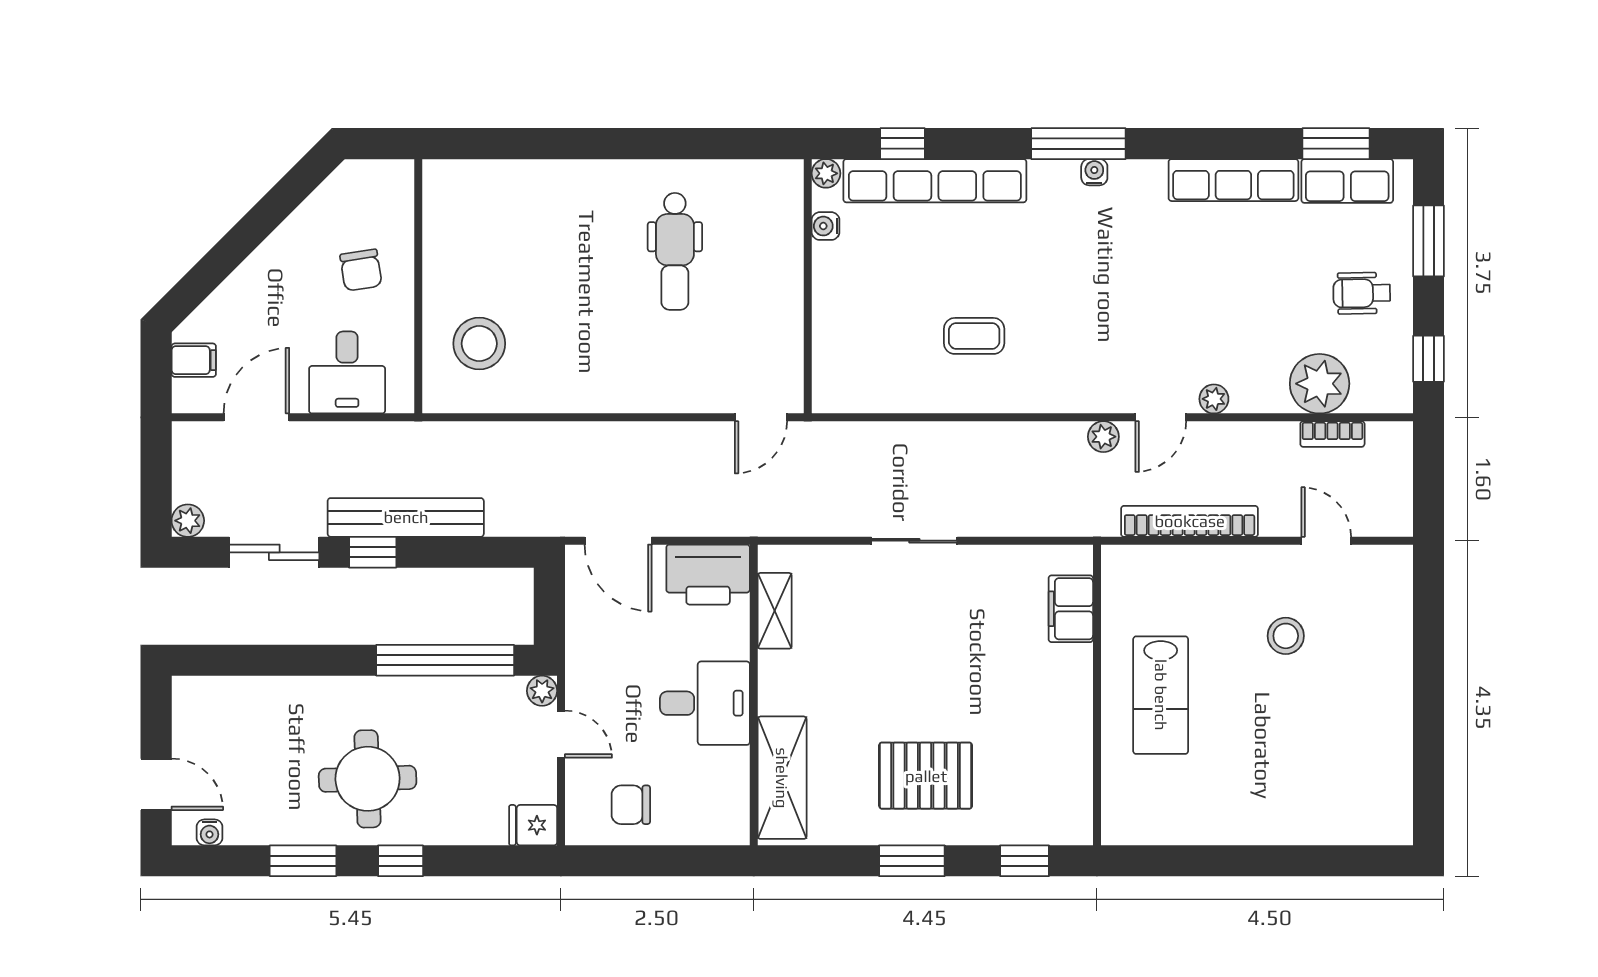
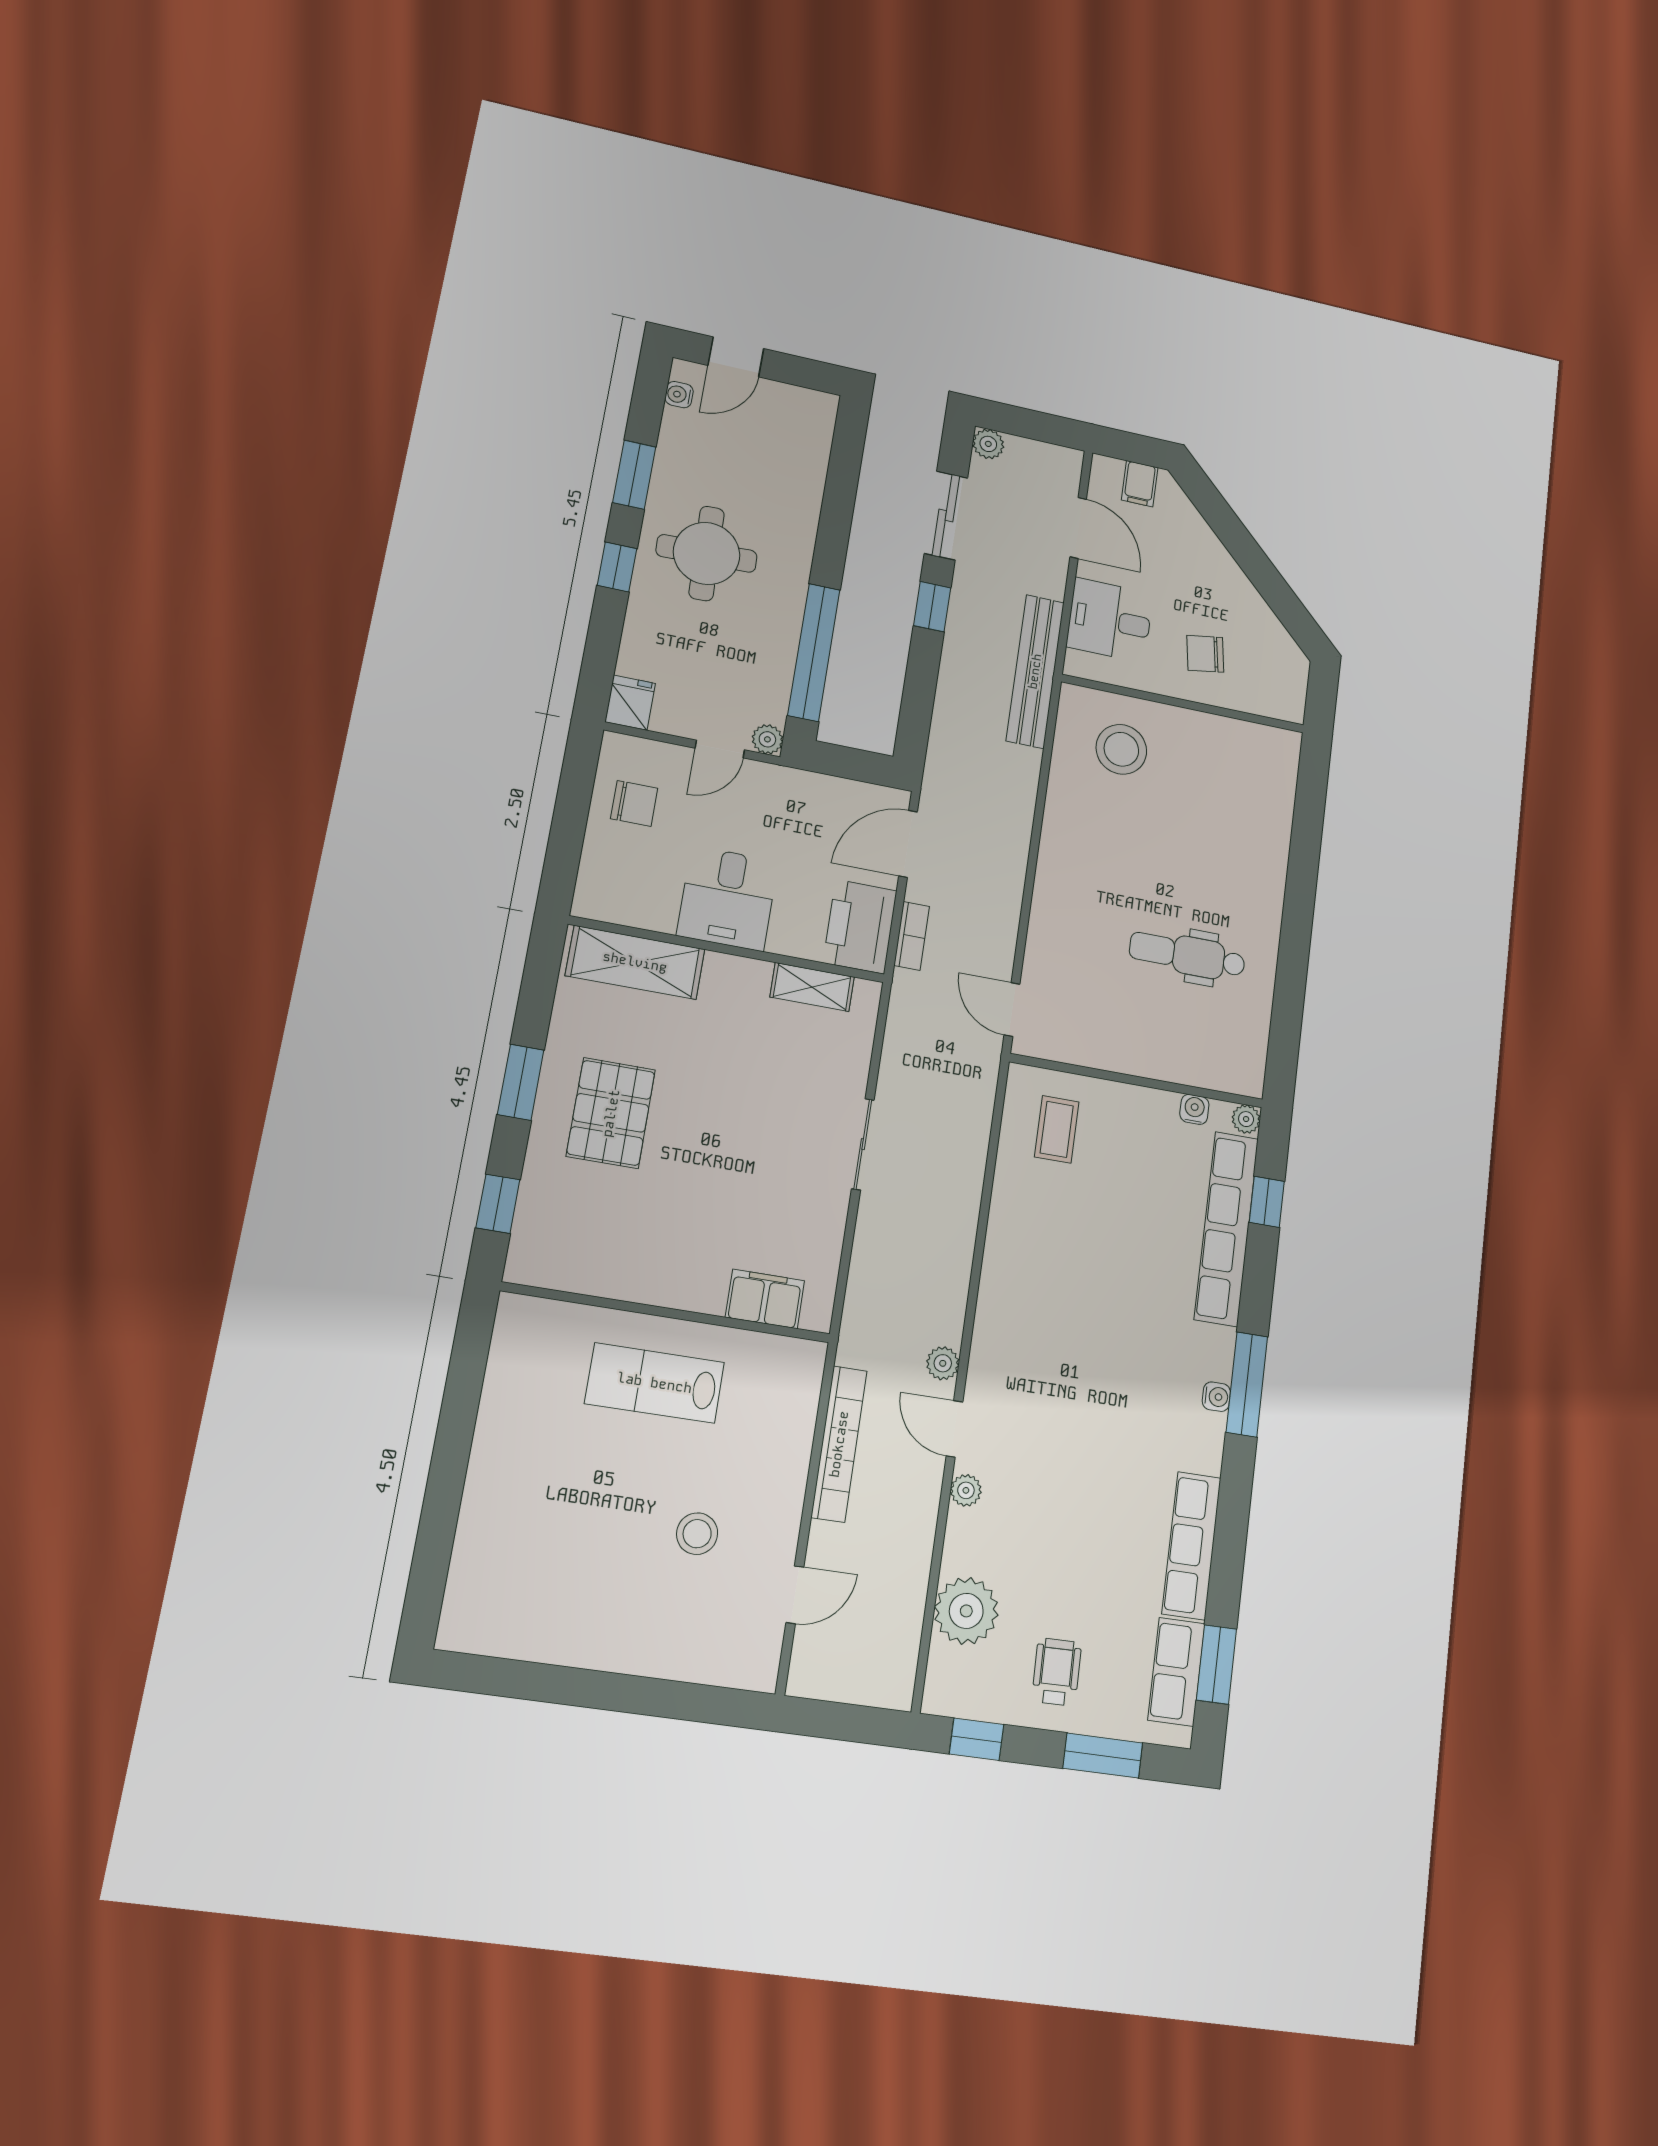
coffee table: (974, 336) -> (1057, 1129), moved
bookcase: (1332, 434) -> (912, 936), moved, turned 180
bench: (406, 517) -> (1035, 671), moved
chair: (631, 805) -> (634, 803), turned 90

